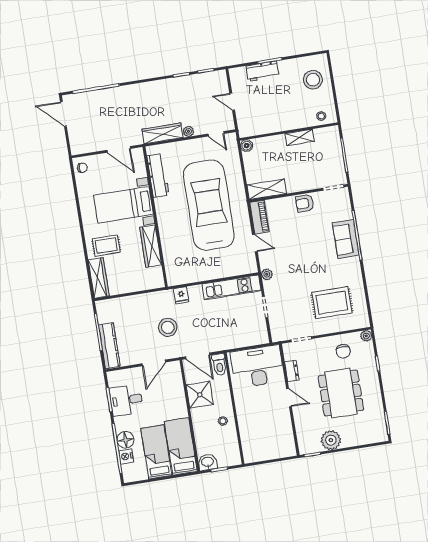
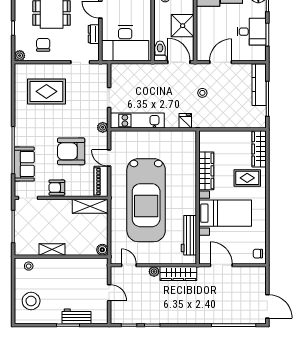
armchair: (305, 203) -> (57, 188), turned 180
sofa: (346, 239) -> (24, 164), moved
armchair: (296, 244) -> (71, 151), added
stool: (168, 327) -> (202, 93), width x0.53, depth x0.53

